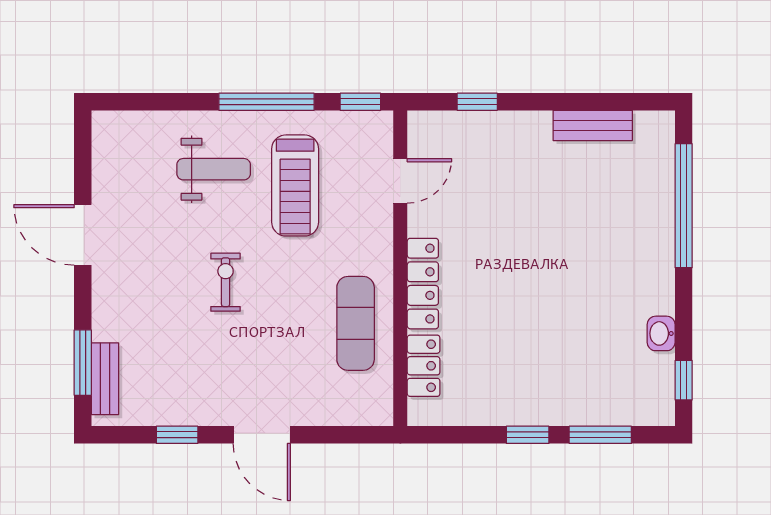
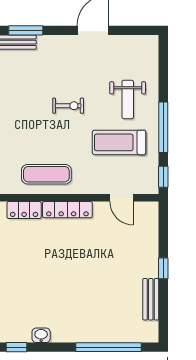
window: (477, 102) -> (163, 268), moved

